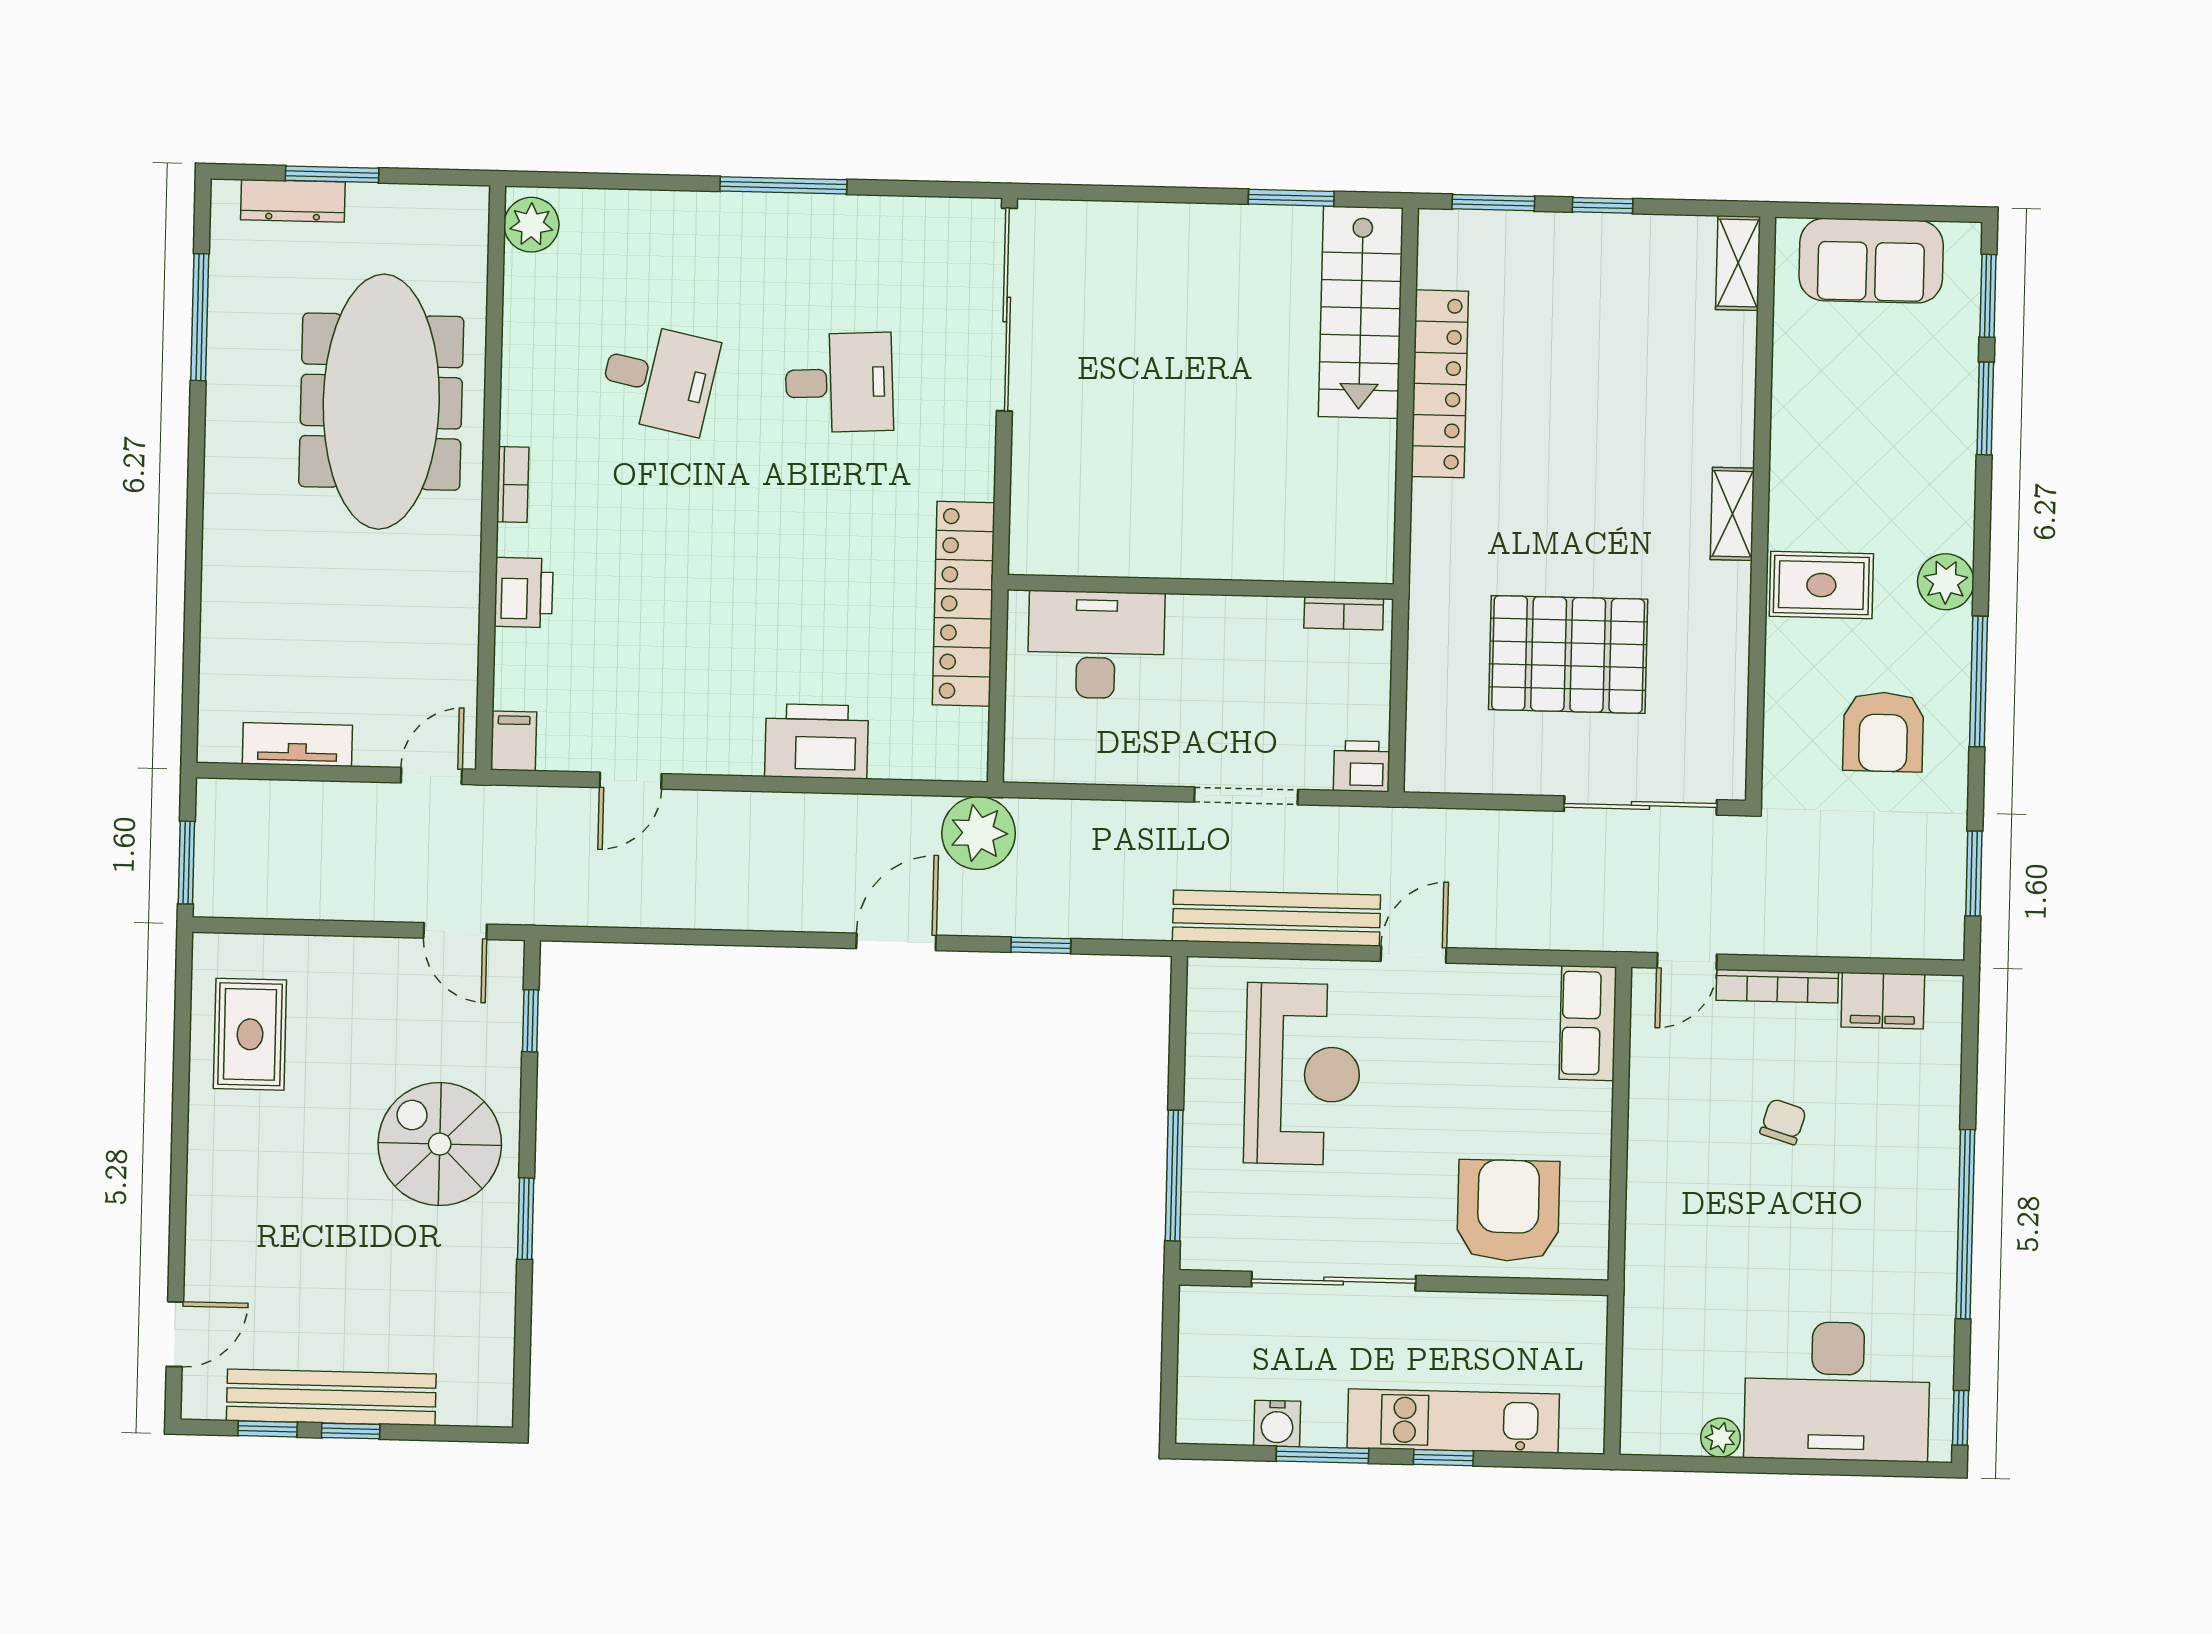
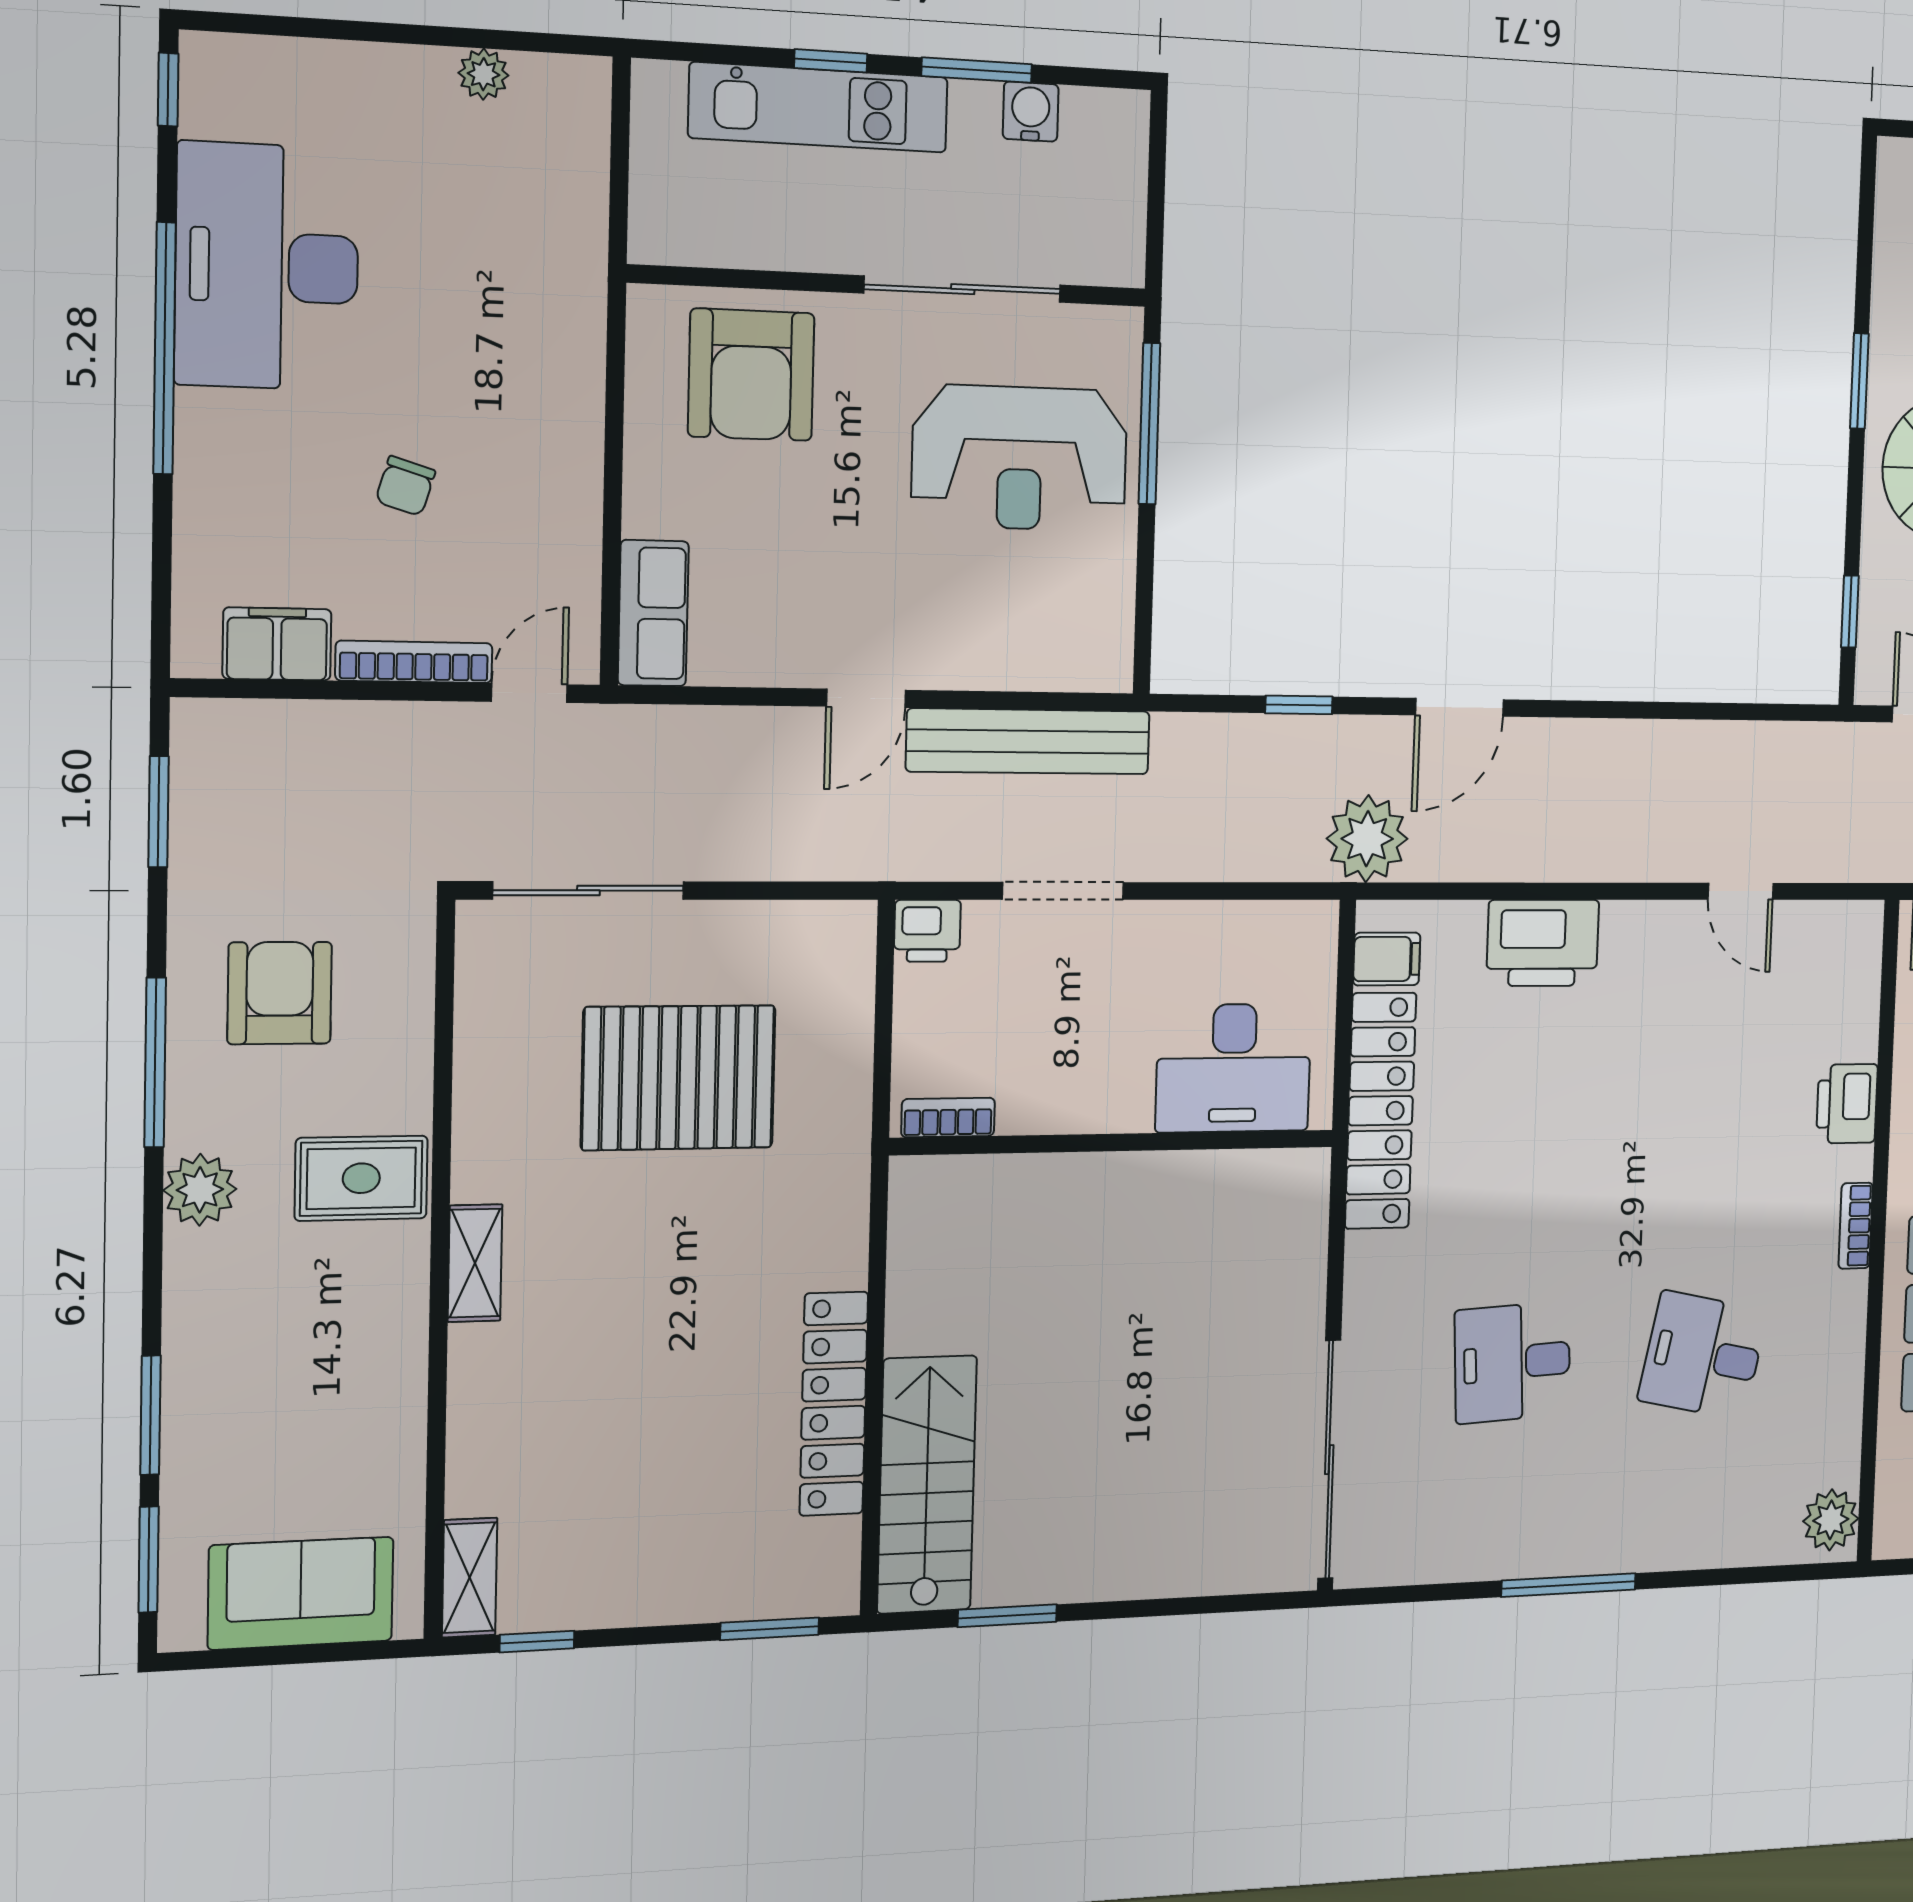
window: (1603, 205) -> (537, 1642), moved
filing cabinet: (514, 741) -> (1387, 959), moved, turned -90
door: (631, 781) -> (1741, 891), swing flipped
reception desk: (1302, 1074) -> (1020, 458), moved, turned -90
desk: (1837, 1391) -> (267, 267), moved, turned -90

